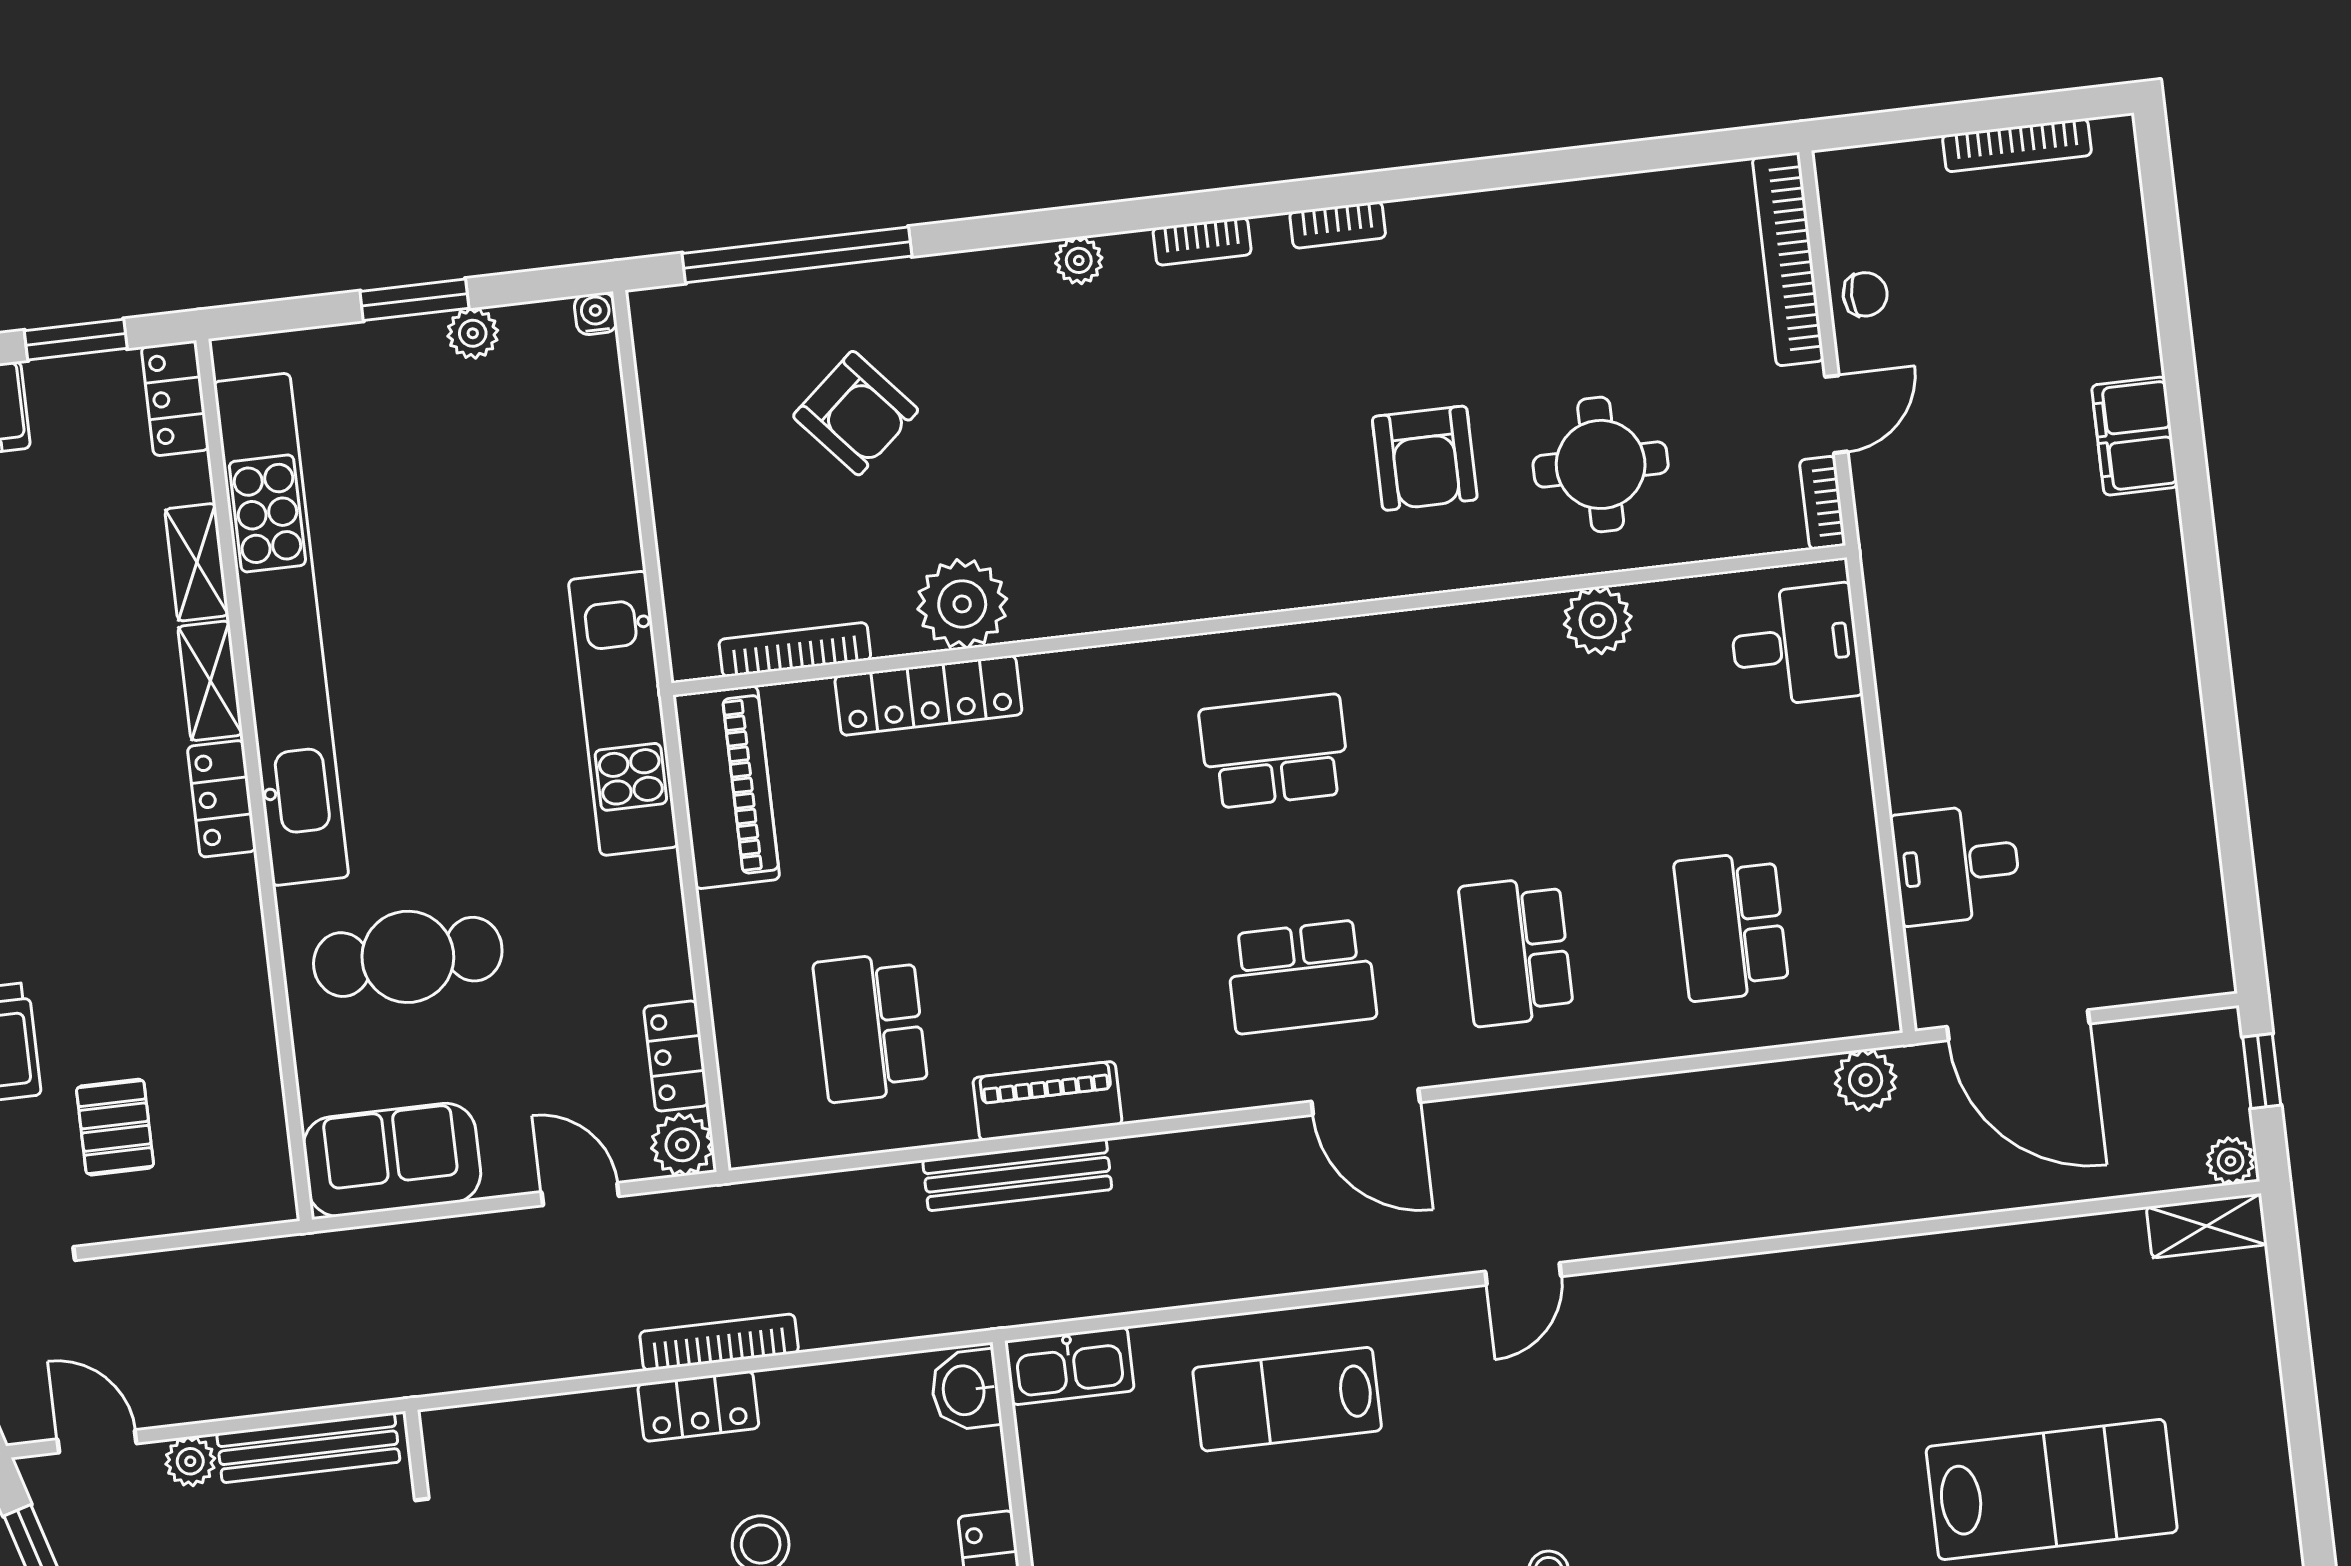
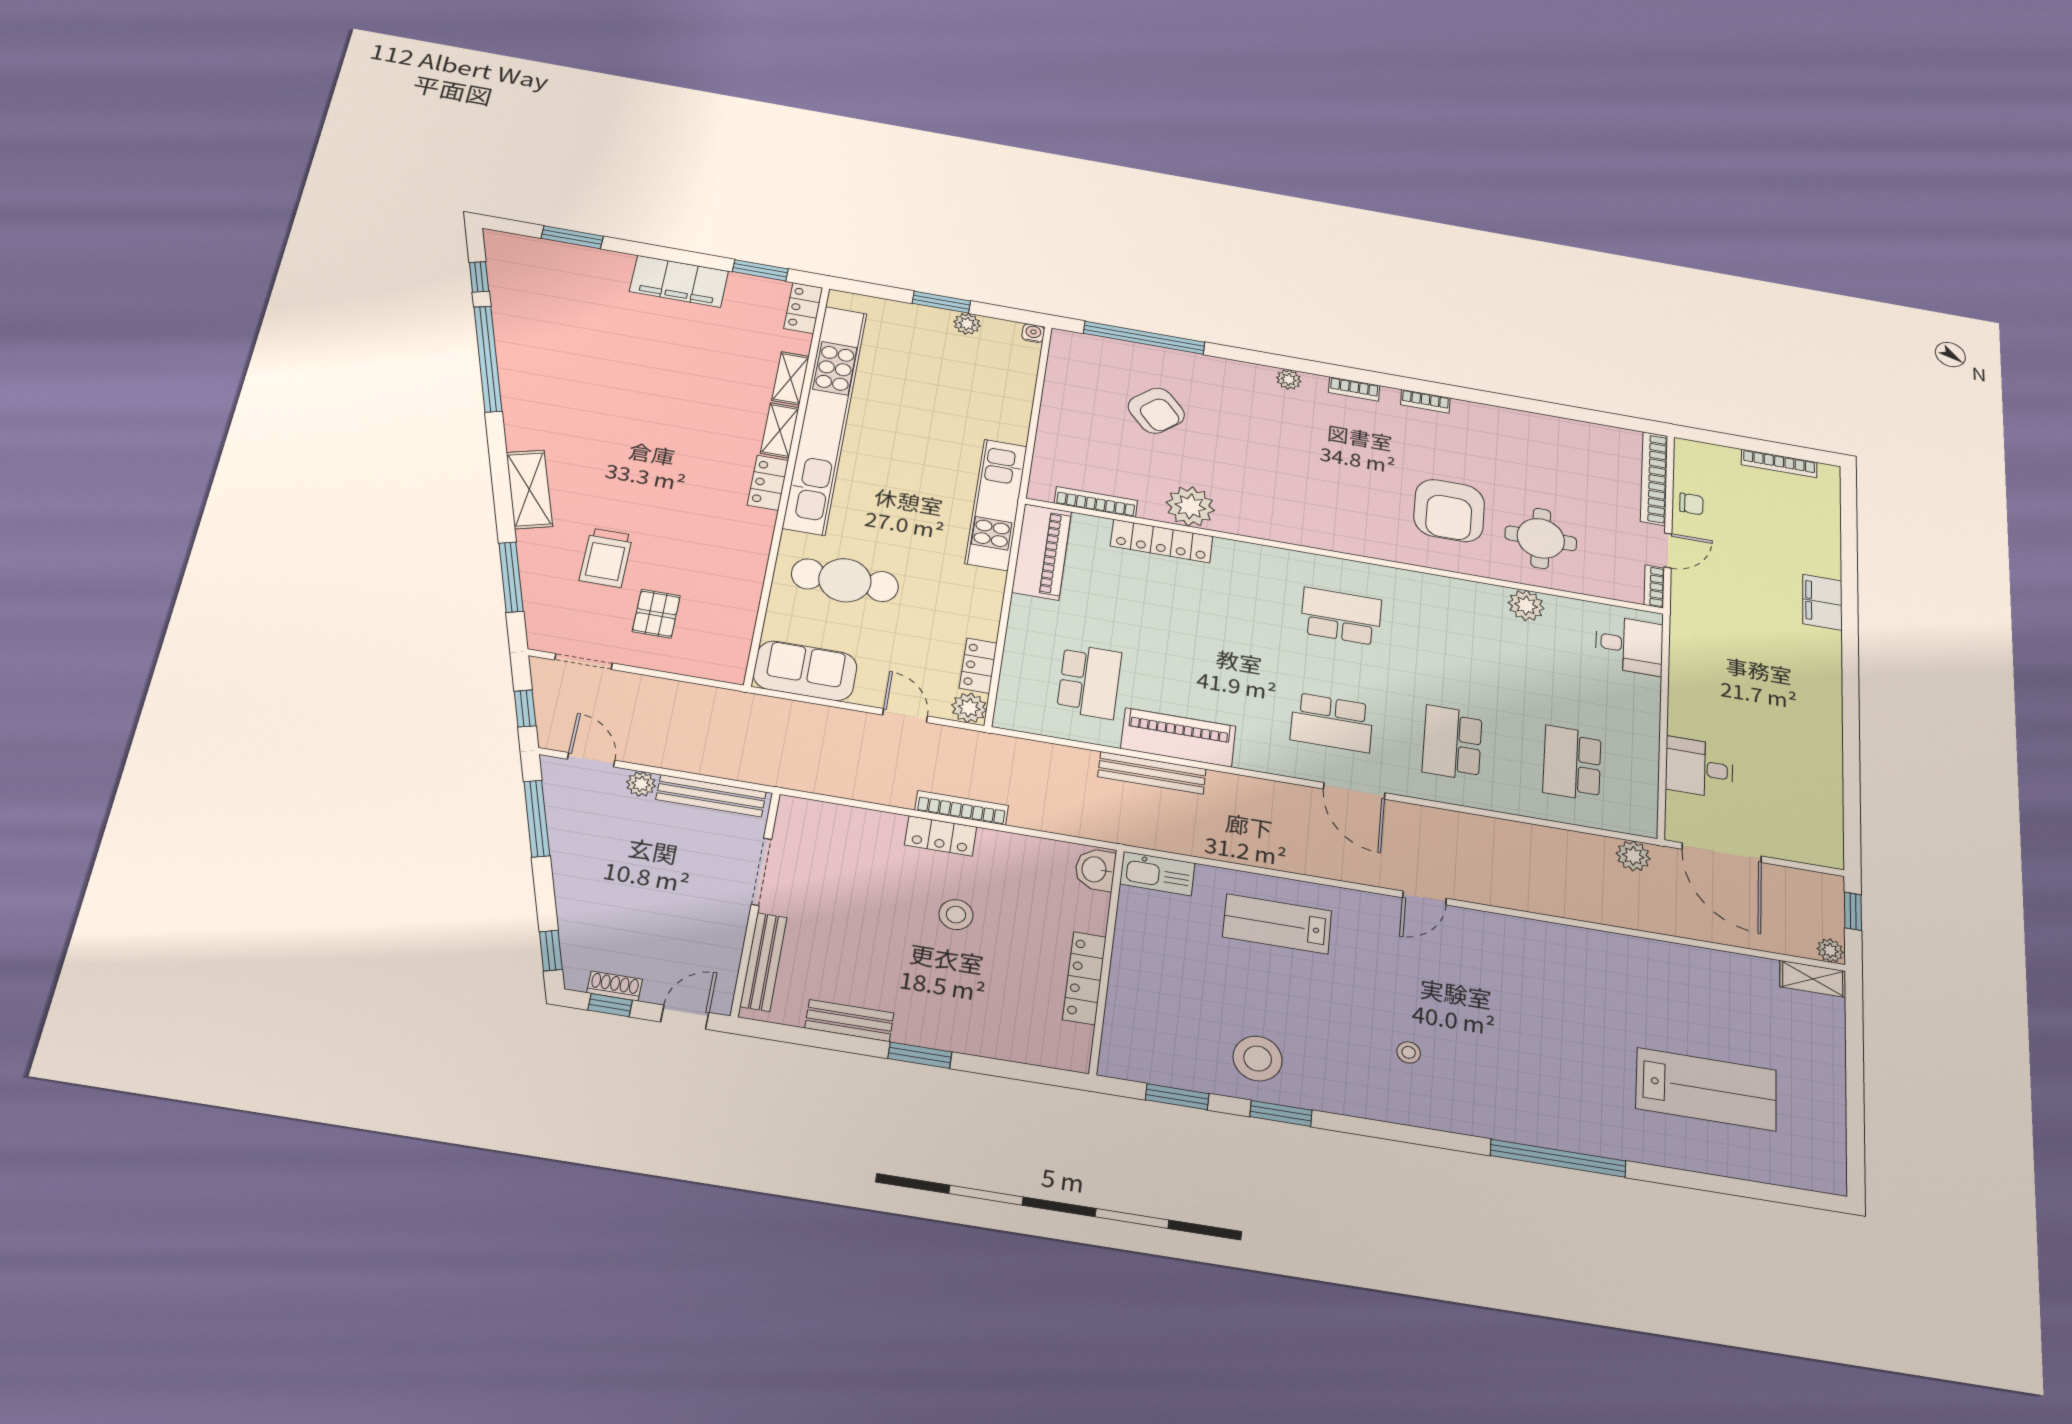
armchair: (1425, 458) -> (1449, 511), width x1.36, depth x1.36
school desk: (871, 1027) -> (1089, 681), turned 180
piano: (1047, 1101) -> (1178, 737), width x1.37, depth x1.33

